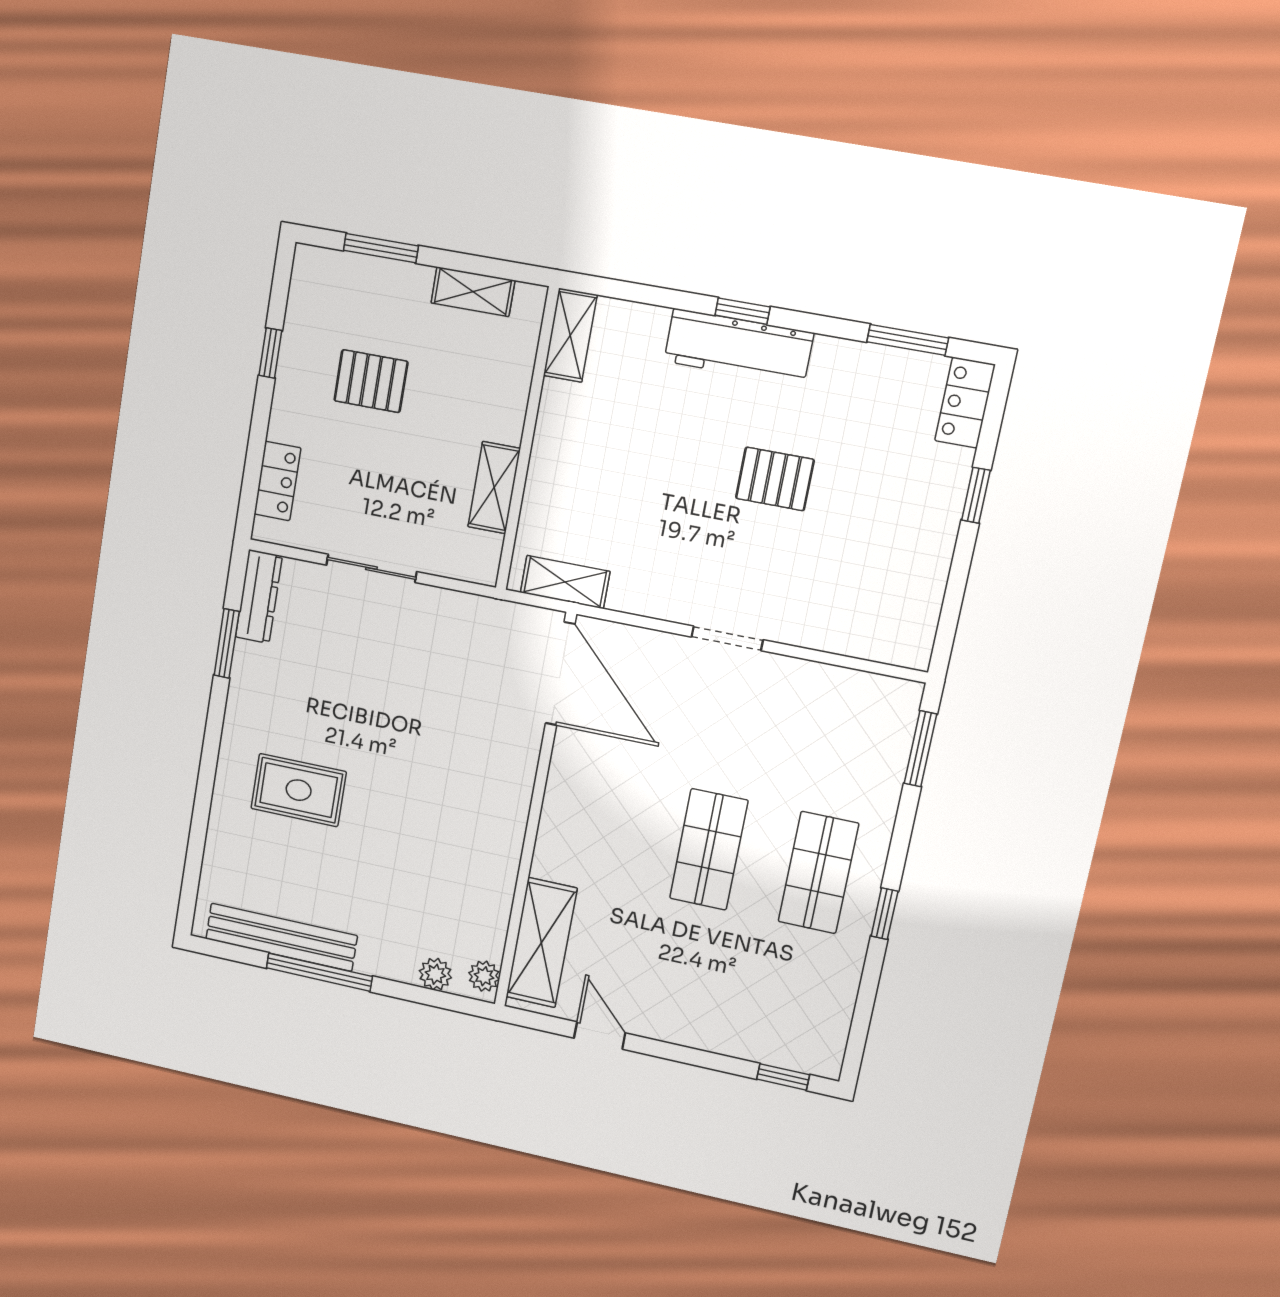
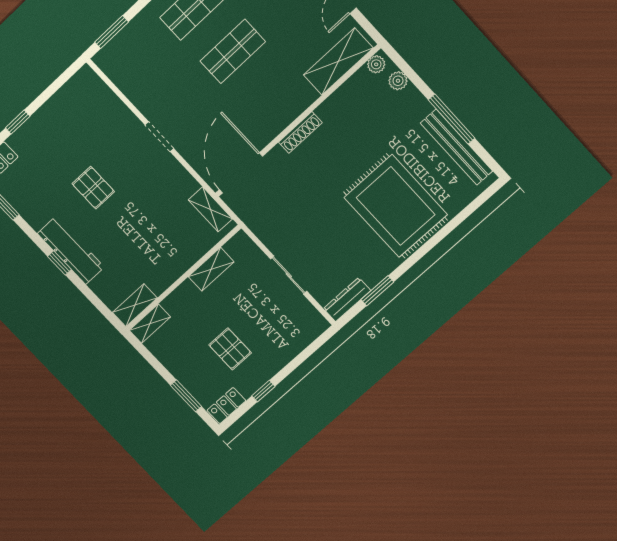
shelving: (473, 292) -> (150, 324), moved, turned 90
locker: (277, 481) -> (226, 406), moved
rug: (299, 790) -> (396, 206), width x1.86, depth x2.06
shoe rack: (518, 799) -> (300, 132), added

